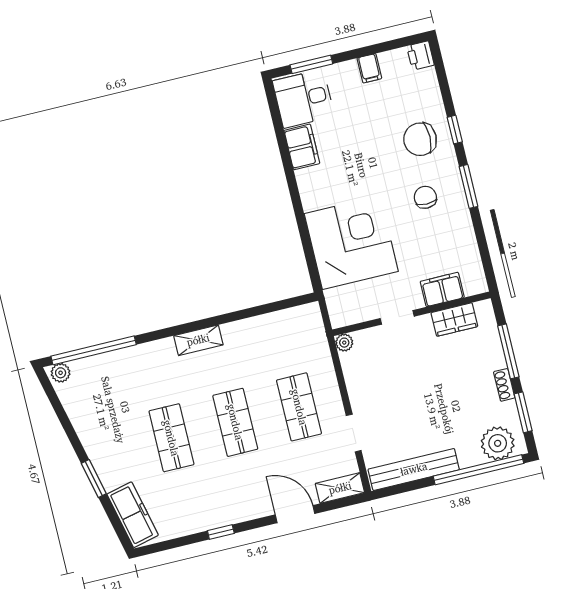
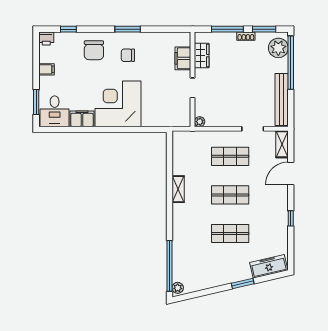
window: (455, 130) -> (68, 29), moved
corner desk: (351, 243) -> (118, 104), moved
shelving: (198, 340) -> (178, 189), moved

